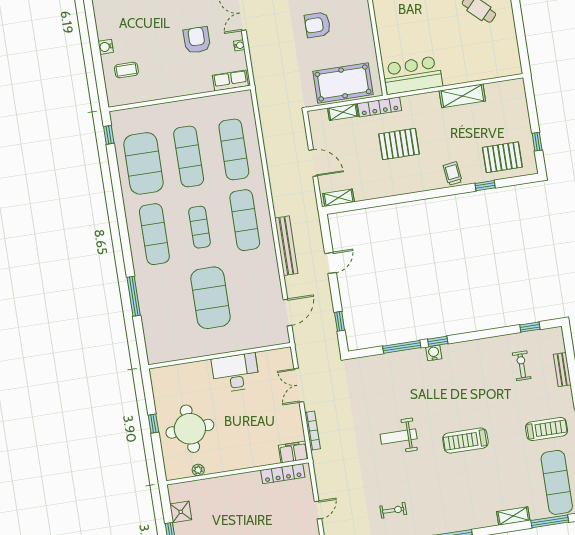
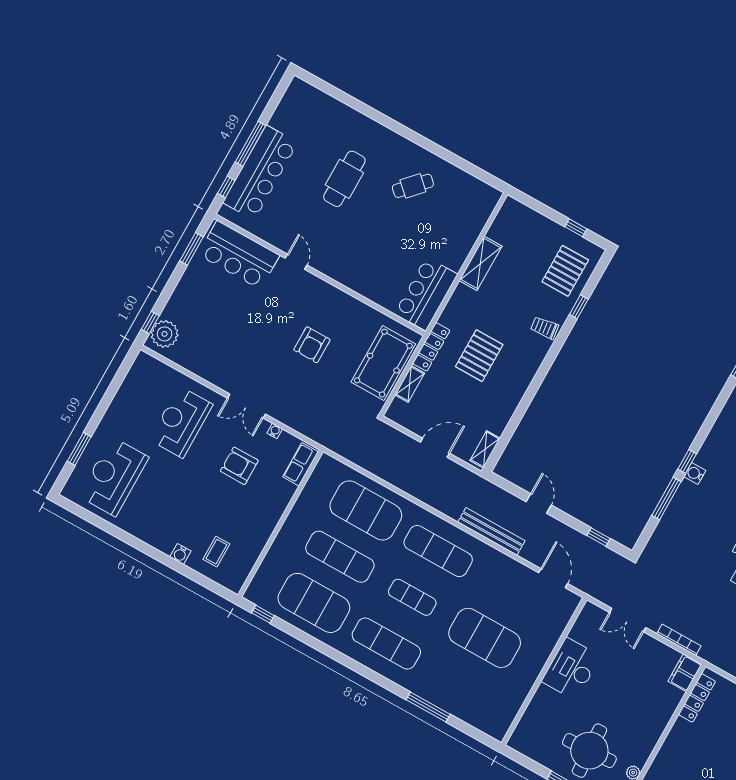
exercise mat: (234, 149) -> (366, 510), width x1.47

